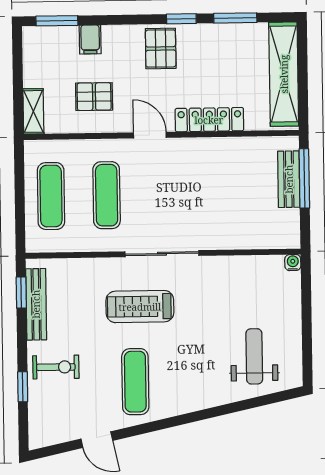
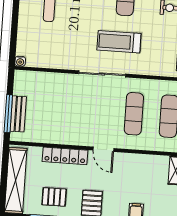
pallet: (94, 97) -> (54, 197), moved
treadmill: (140, 307) -> (119, 42), turned 180

